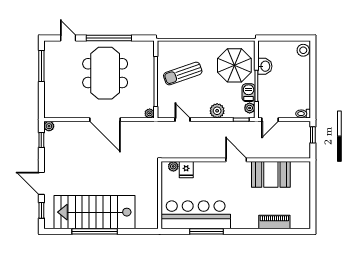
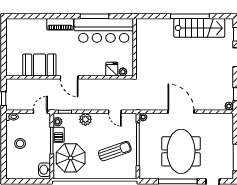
stool: (303, 50) -> (20, 143), moved
washbasin: (265, 66) -> (45, 170), moved
stairs: (95, 212) -> (199, 28), width x0.73, depth x0.66
piano: (274, 222) -> (60, 24), moved

